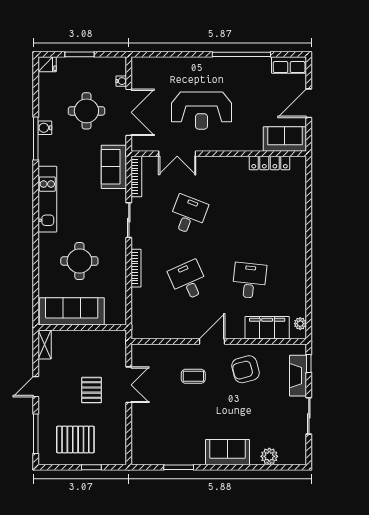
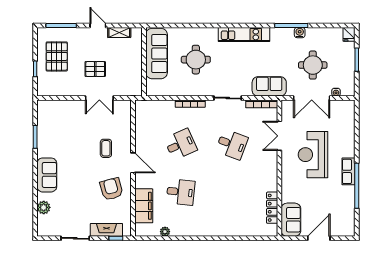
row of seats: (289, 65) -> (348, 171), moved
door: (309, 103) -> (319, 238), hinge flipped
plant: (300, 324) -> (165, 232), moved
shelving: (45, 344) -> (119, 32), moved

